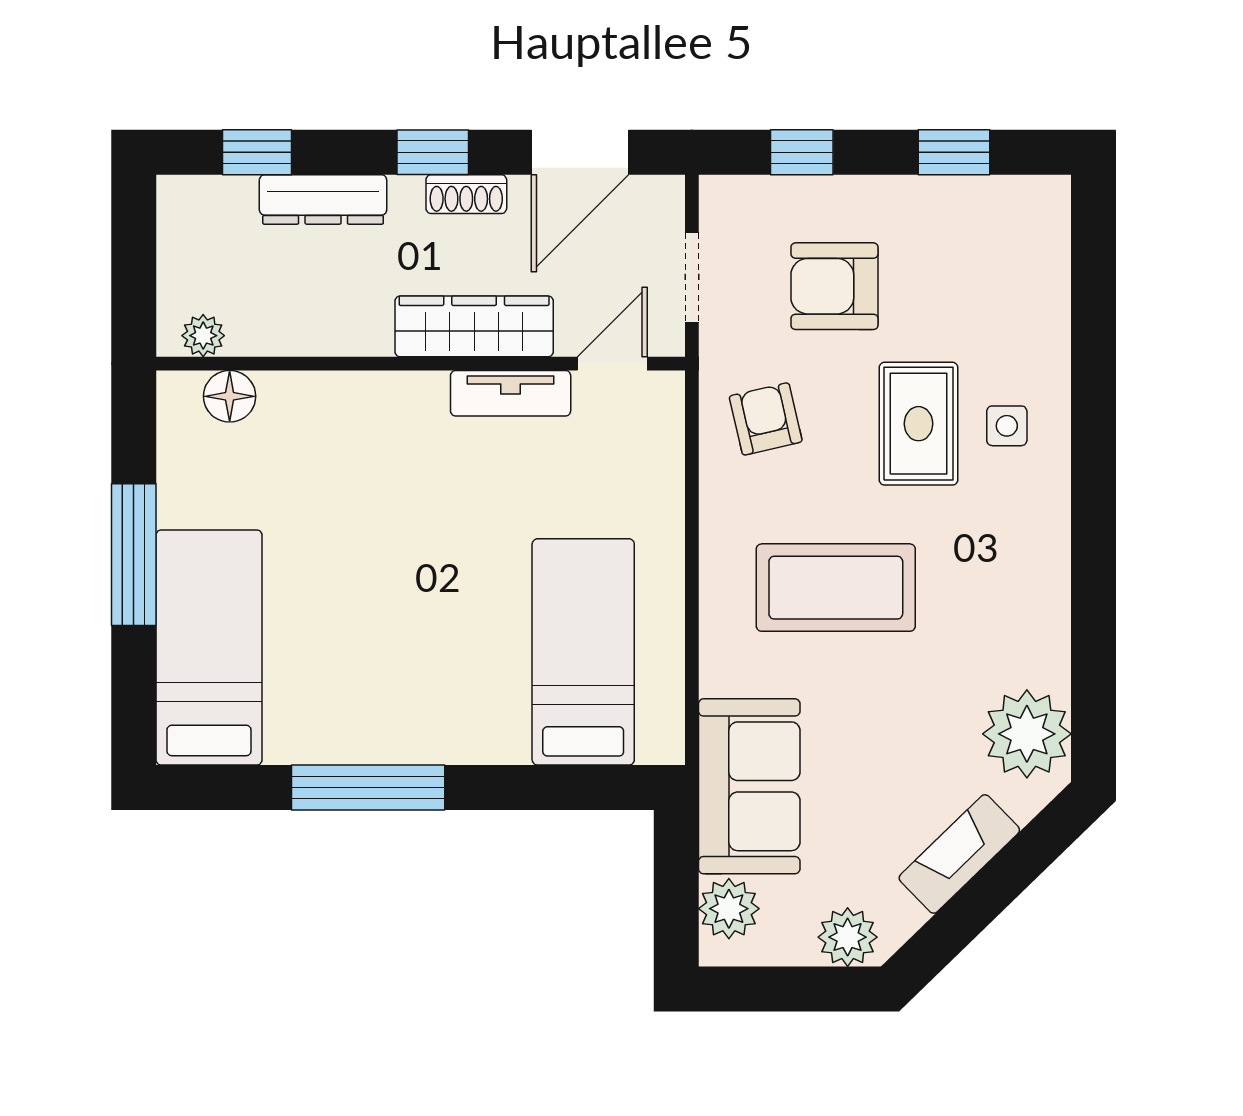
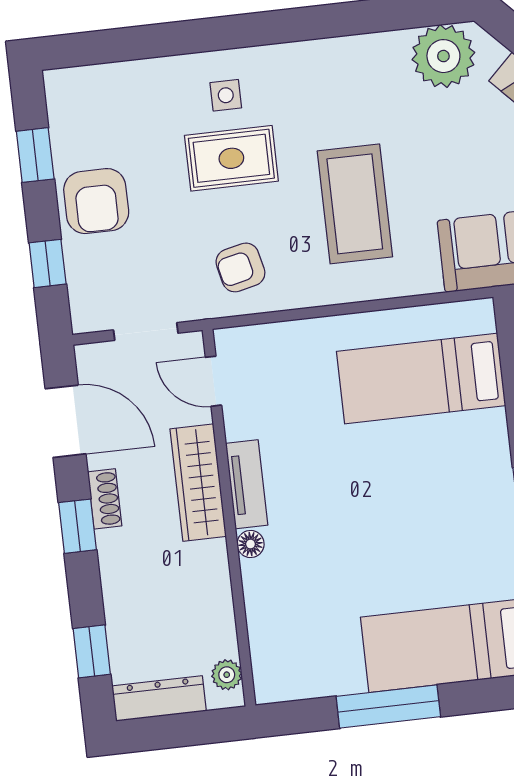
dresser: (323, 199) -> (159, 699), moved, turned -90
armchair: (834, 286) -> (96, 201), moved
tv unit: (511, 393) -> (247, 484), moved
floor lamp: (230, 396) -> (251, 544), moved, width x0.73, depth x0.73

